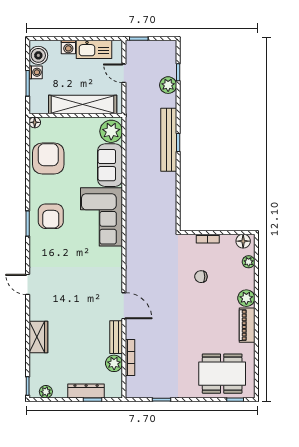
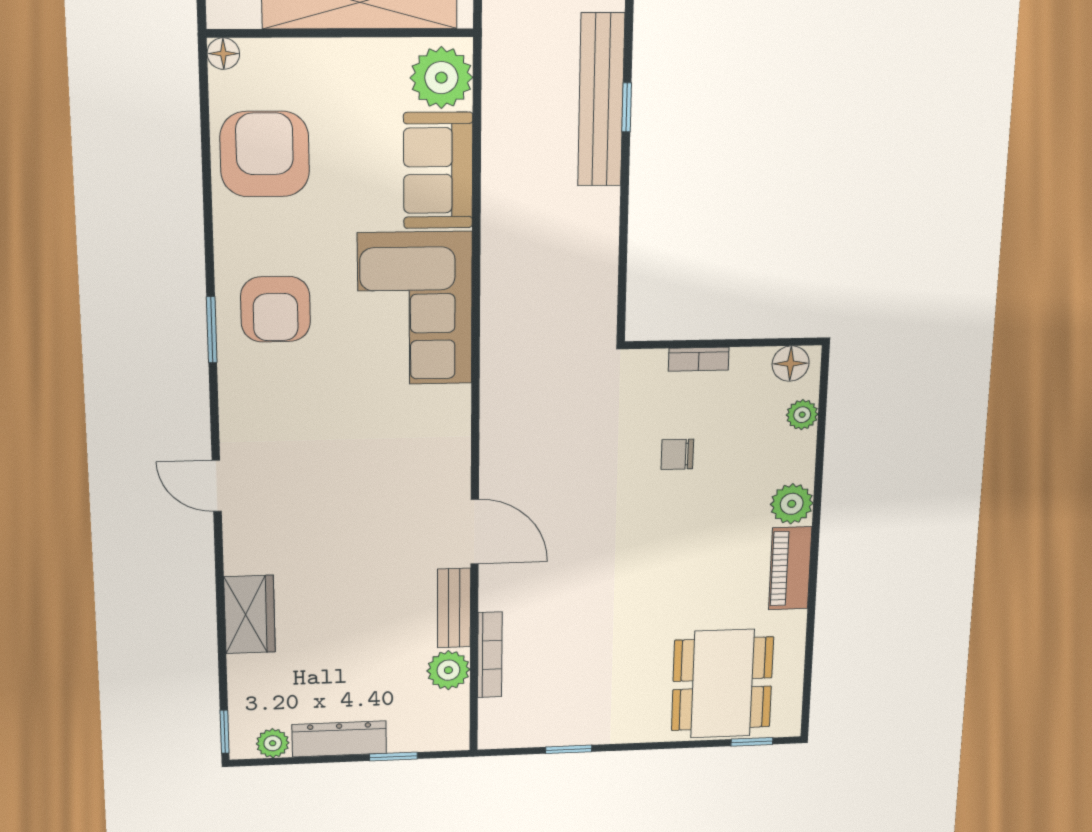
dining table: (222, 374) -> (722, 684), turned 90
dresser: (86, 391) -> (339, 739), moved

